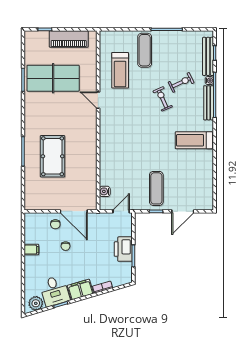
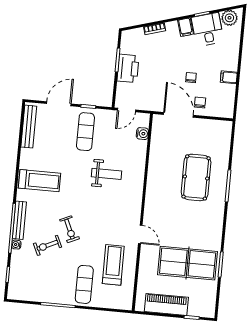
bench: (208, 56) -> (29, 127), moved
weight bench: (134, 152) -> (106, 174), added
filing cabinet: (80, 290) -> (185, 27), width x0.50

